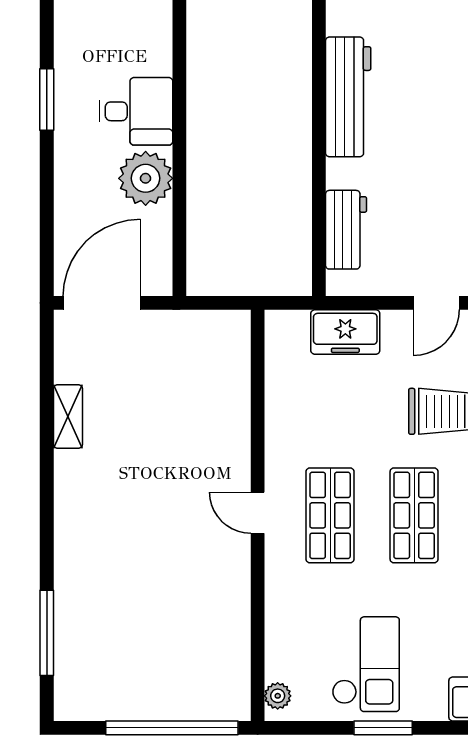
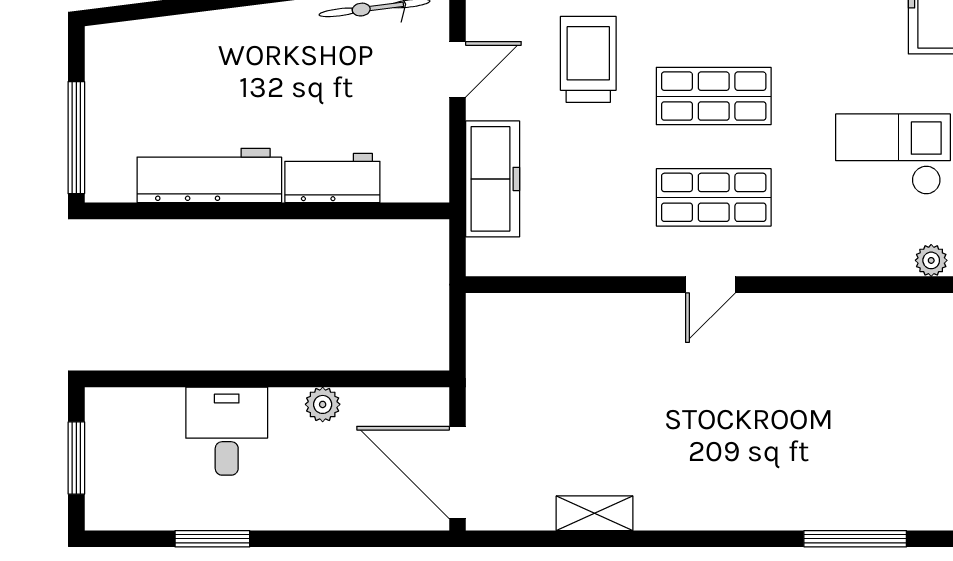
plant: (146, 178) -> (323, 404), width x0.53, depth x0.53
workbench: (346, 230) -> (332, 178), moved
door: (436, 303) -> (458, 69), hinge flipped
freezer: (345, 332) -> (493, 179), width x1.40

